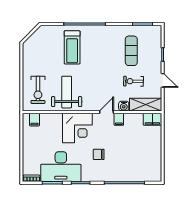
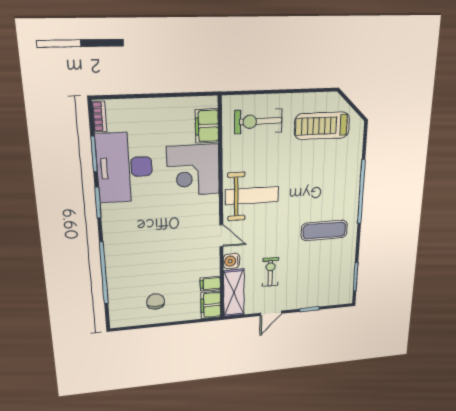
treadmill: (72, 47) -> (322, 126), moved
exercise mat: (131, 51) -> (324, 230), moved
weight bench: (67, 92) -> (252, 196), moved
filing cabinet: (119, 119) -> (210, 284), moved
filing cabinet: (35, 120) -> (207, 126), width x2.00
corner desk: (77, 128) -> (193, 170), moved
chair: (99, 154) -> (156, 301), moved

